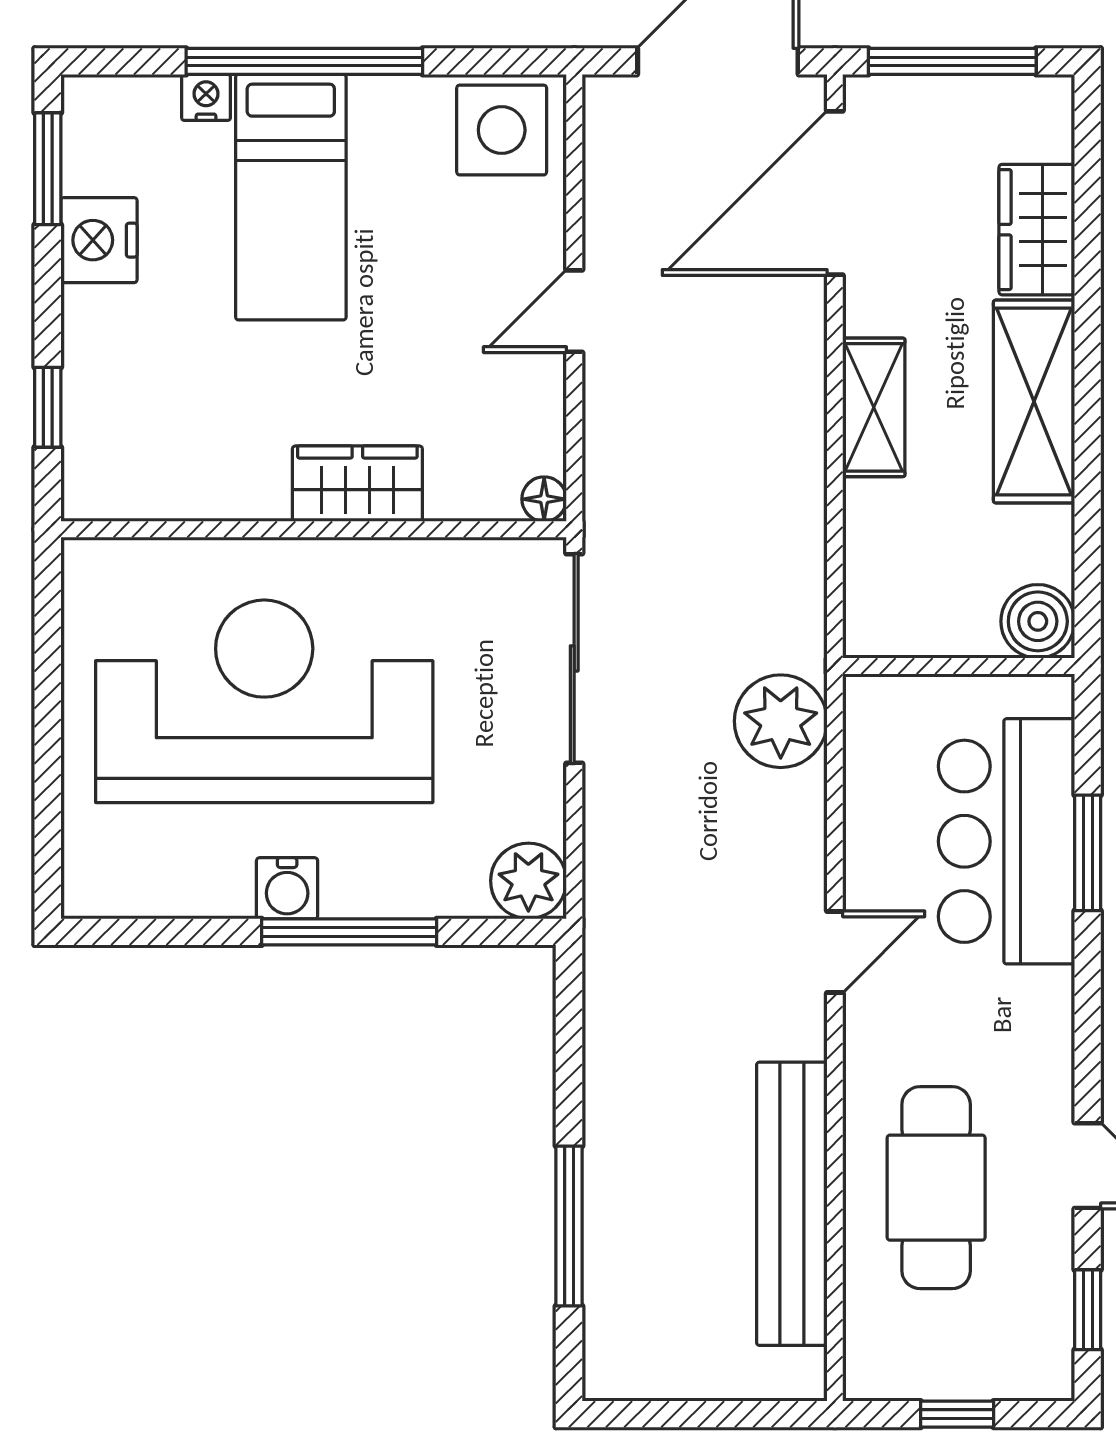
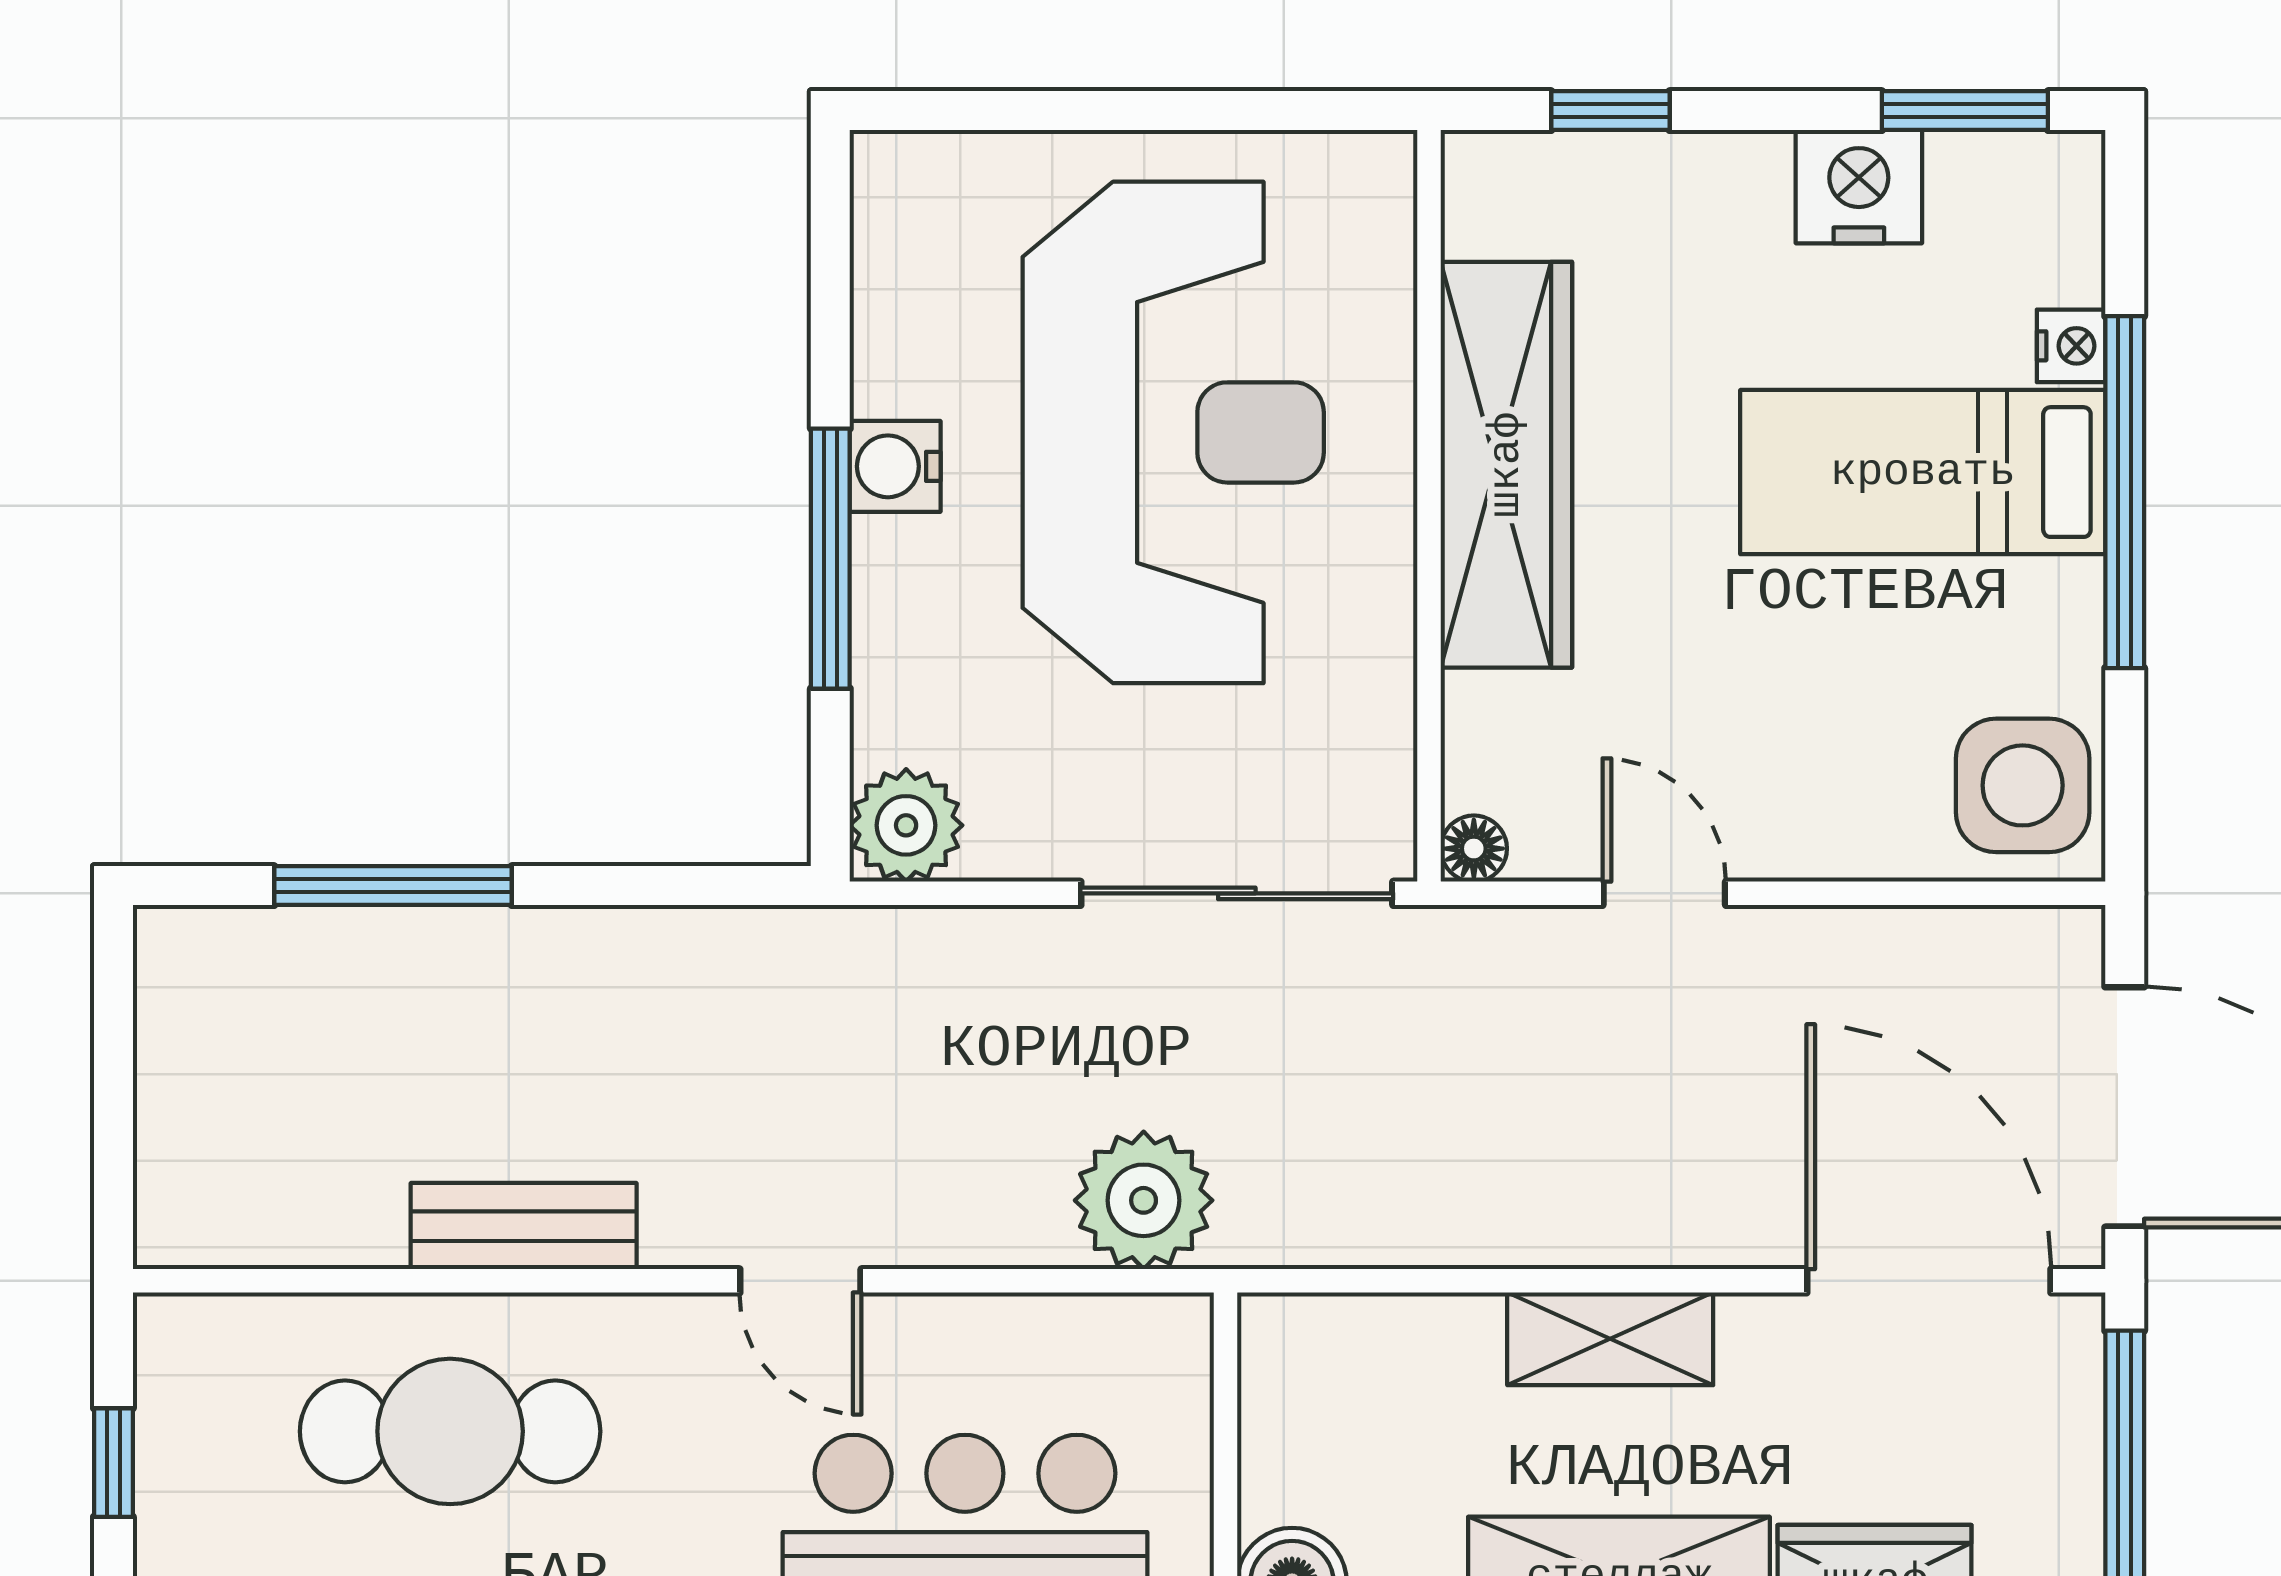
door: (574, 311) -> (1664, 893), moved
wardrobe: (357, 484) -> (1506, 465), width x2.10, depth x1.17
bench: (792, 1204) -> (524, 1226), width x0.54, depth x0.82

